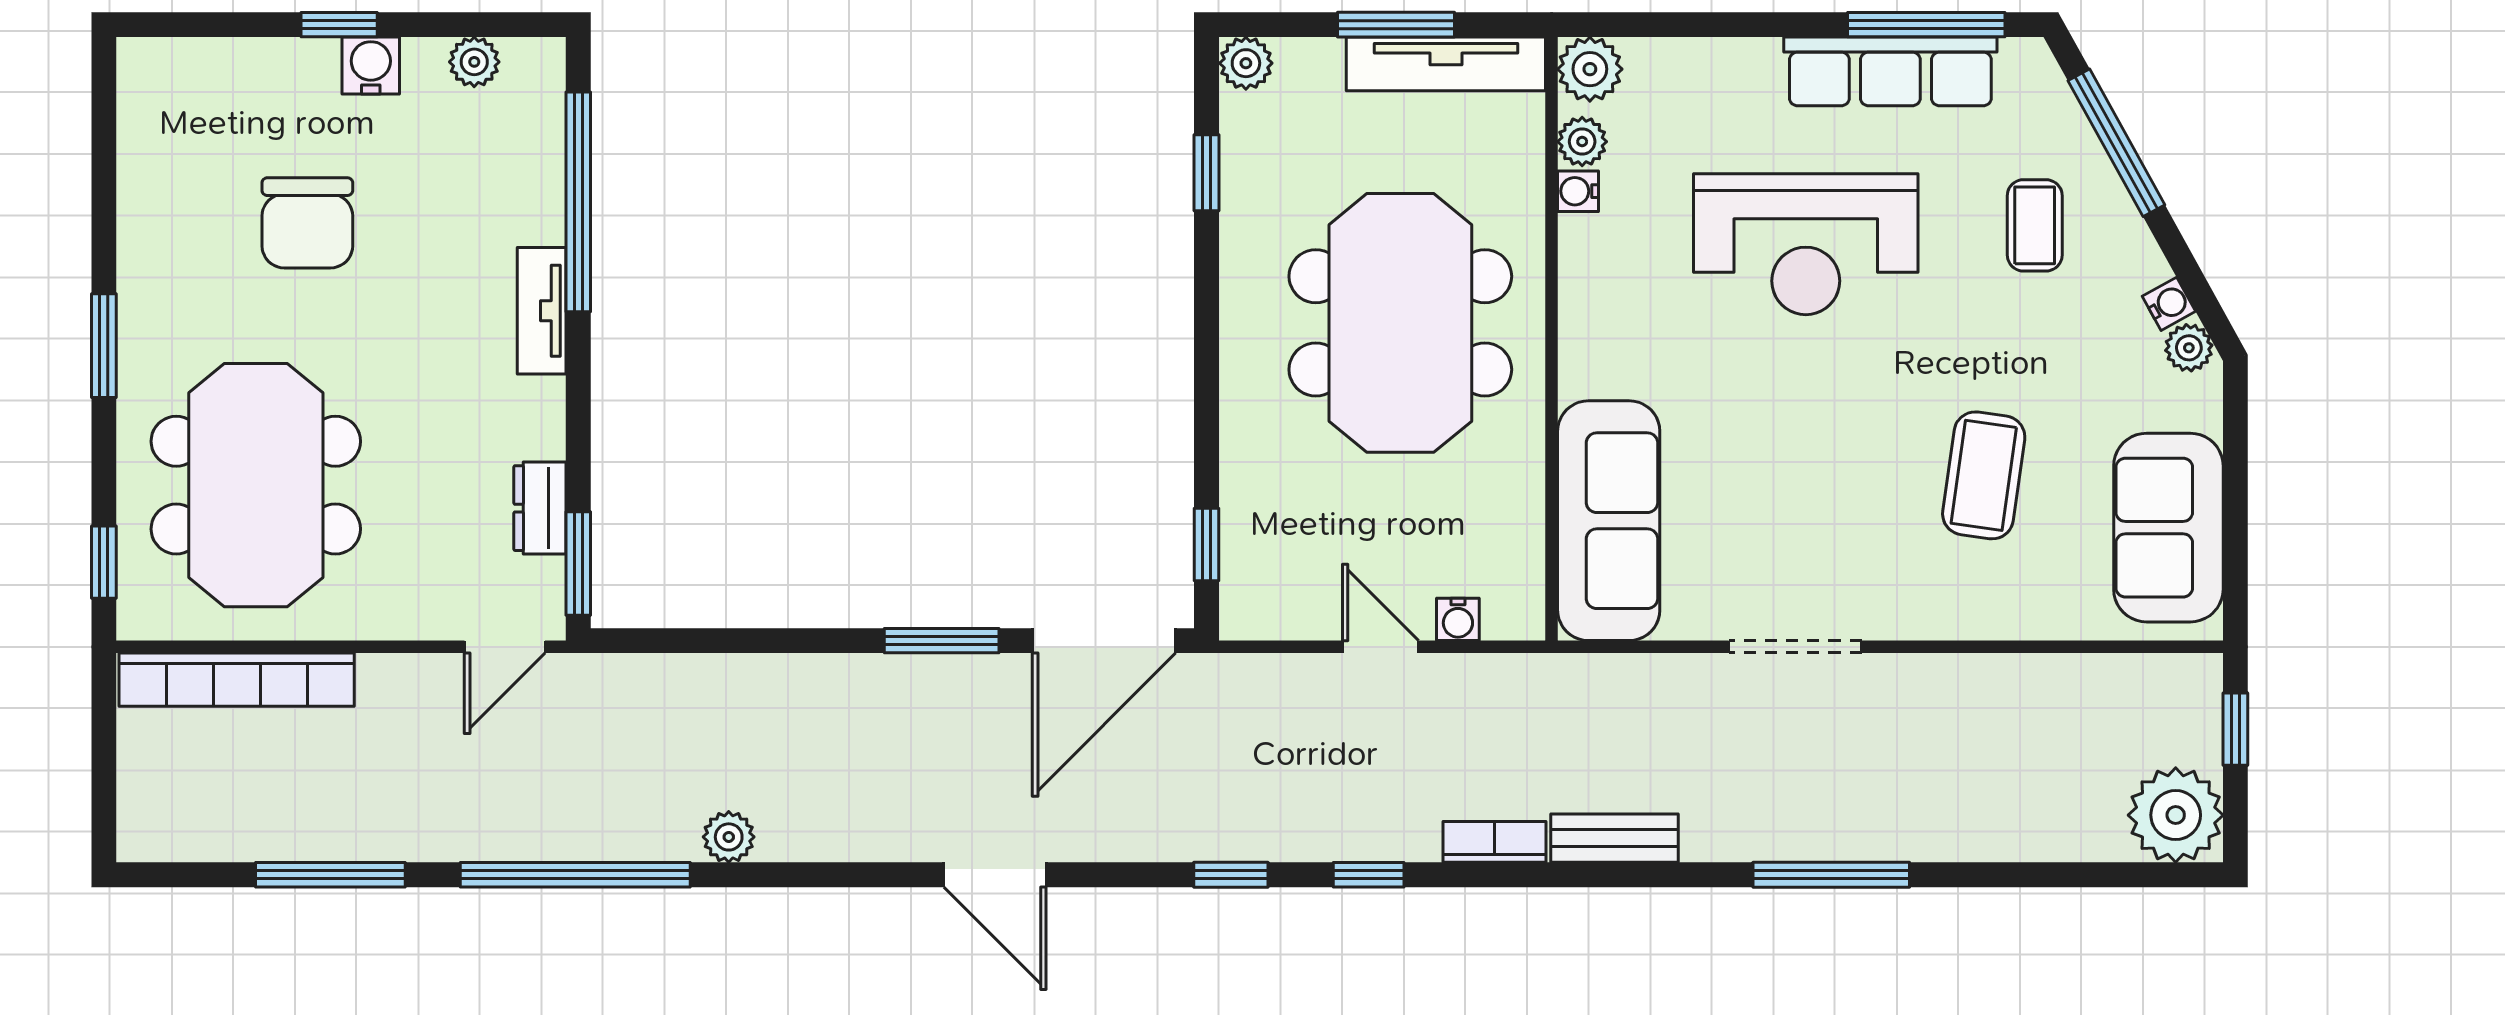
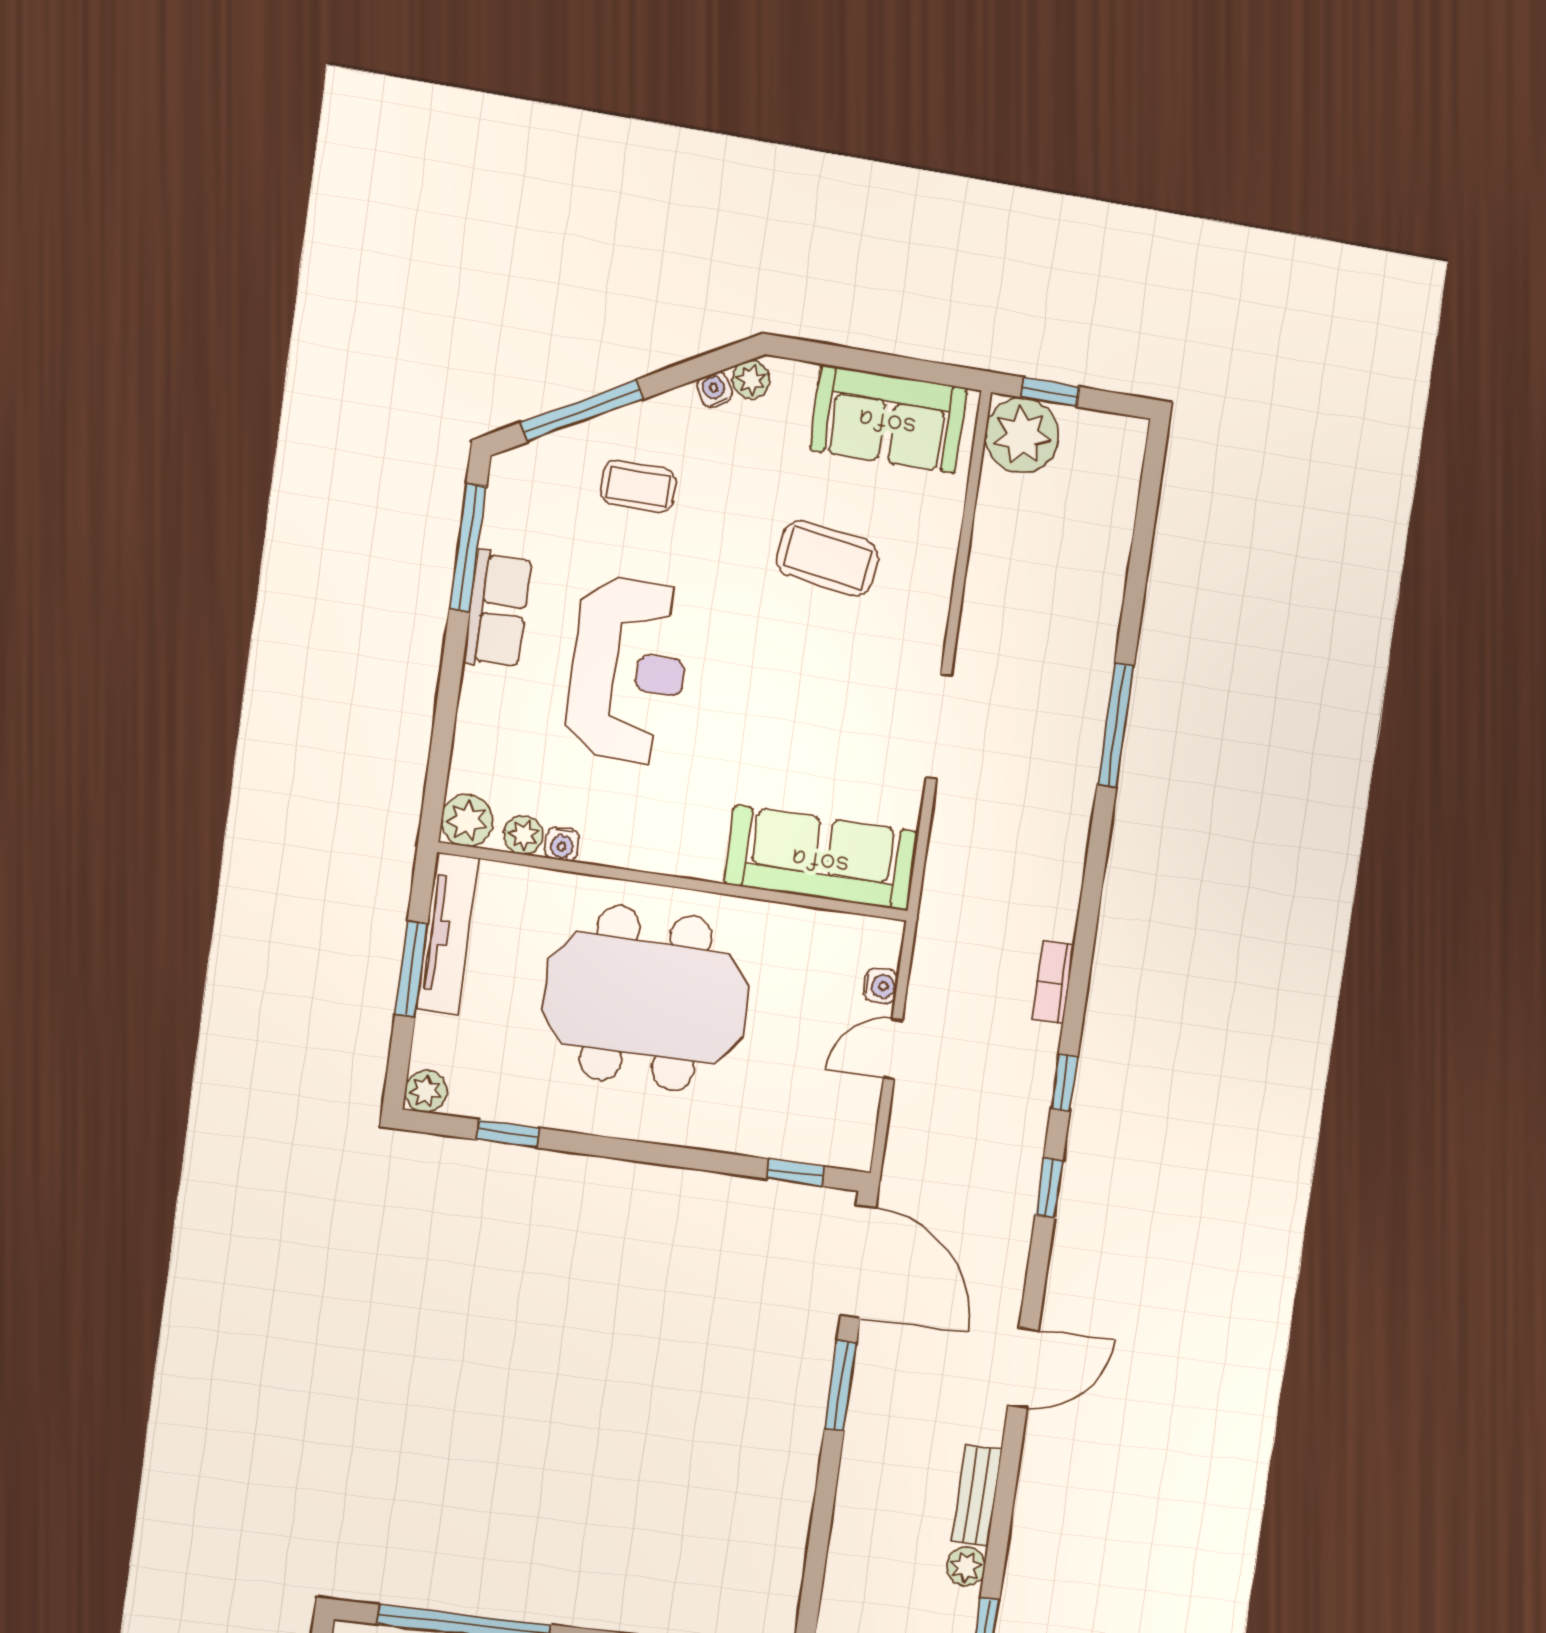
row of seats: (1890, 71) -> (497, 610), width x0.68
plant: (2176, 815) -> (1022, 435), moved
bench: (1615, 838) -> (977, 1495), moved

